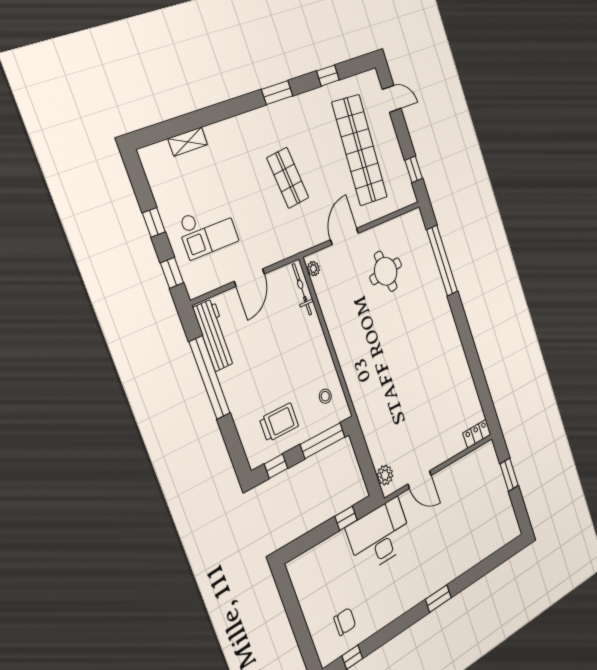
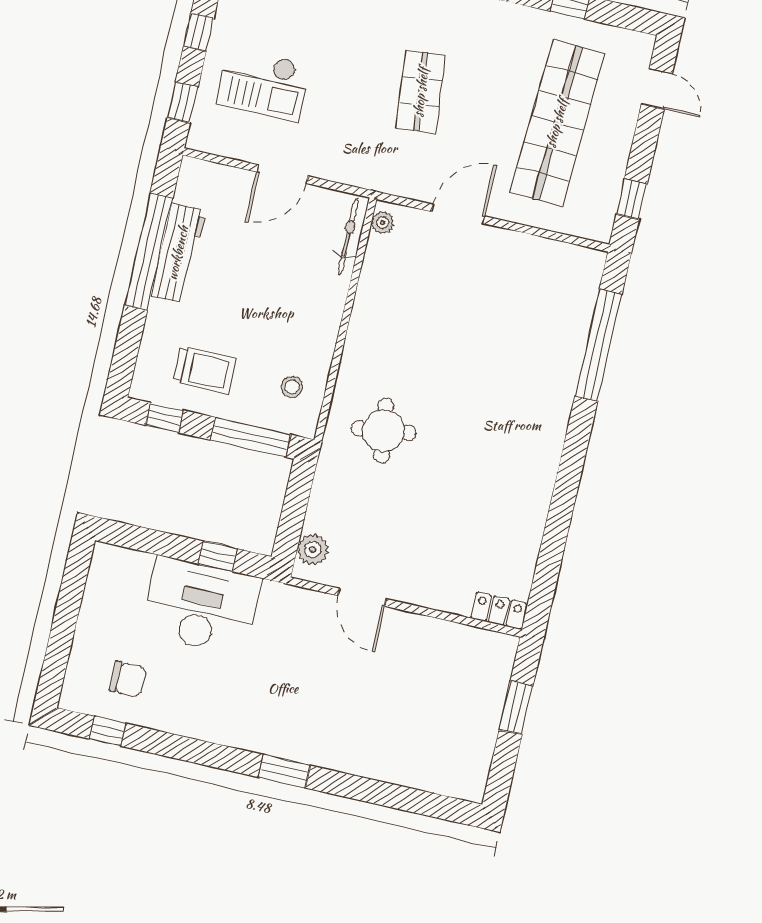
round table: (386, 271) -> (384, 431), moved
workbench: (214, 335) -> (178, 253), moved
desk: (380, 536) -> (201, 606), moved

